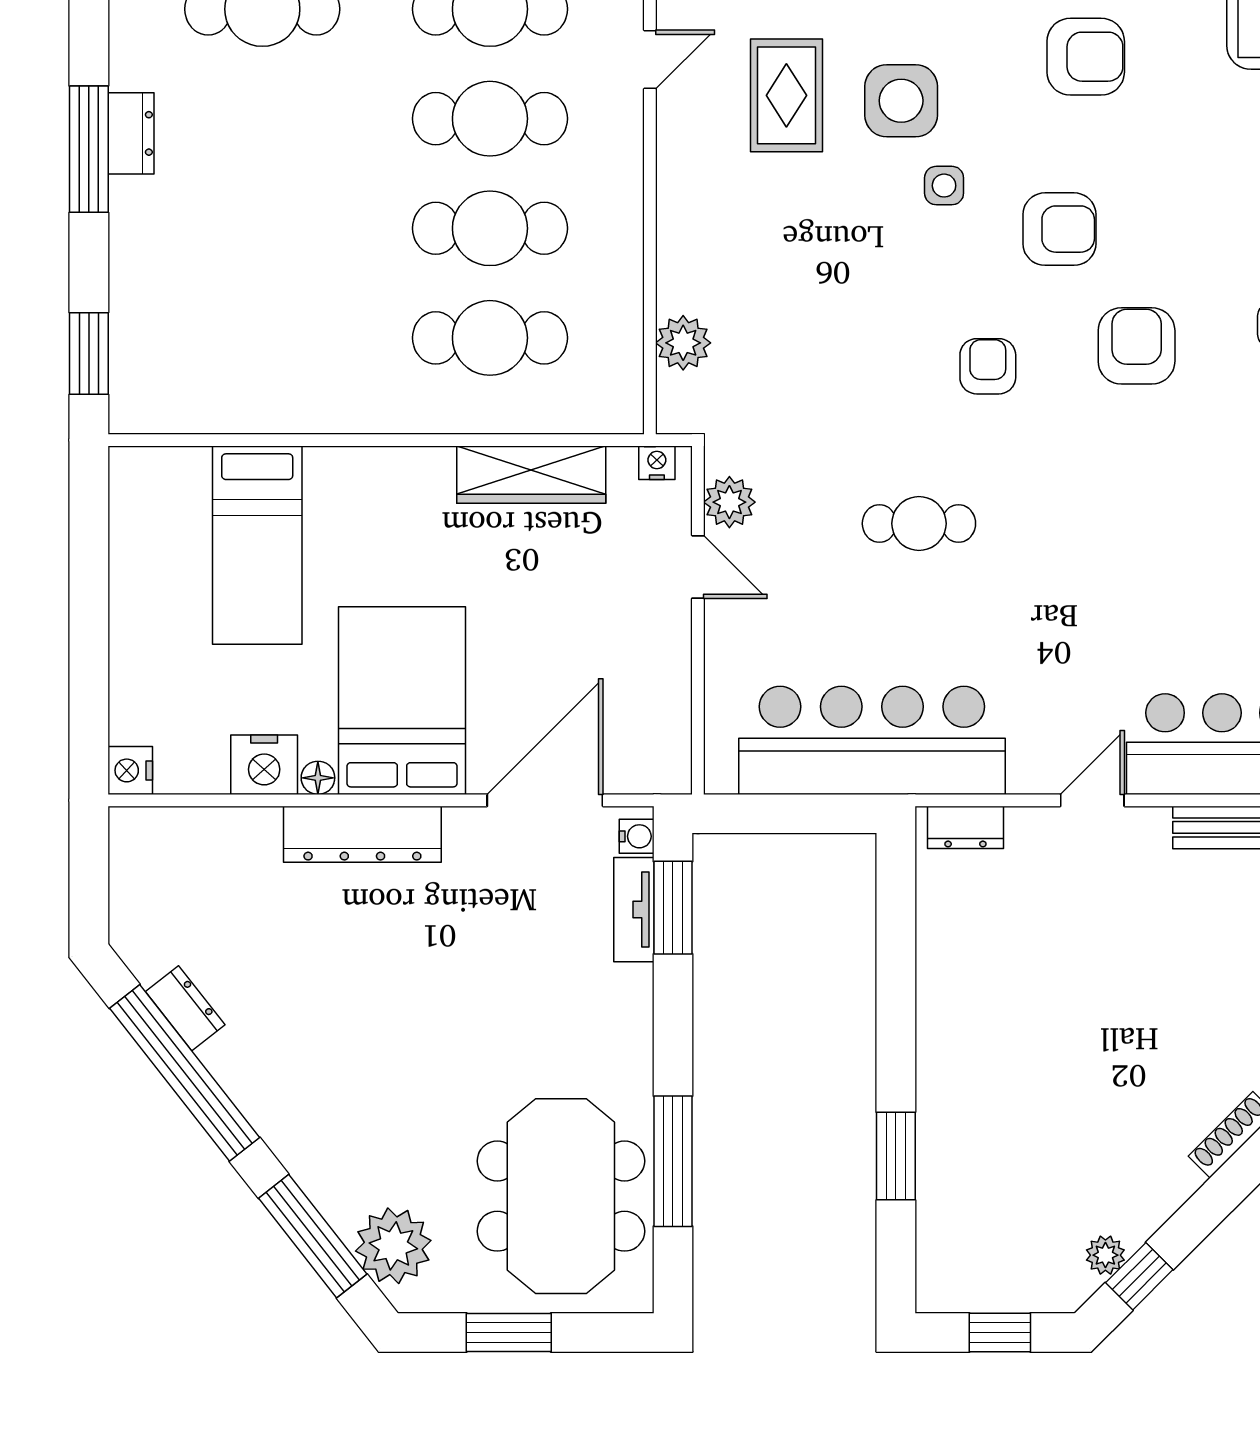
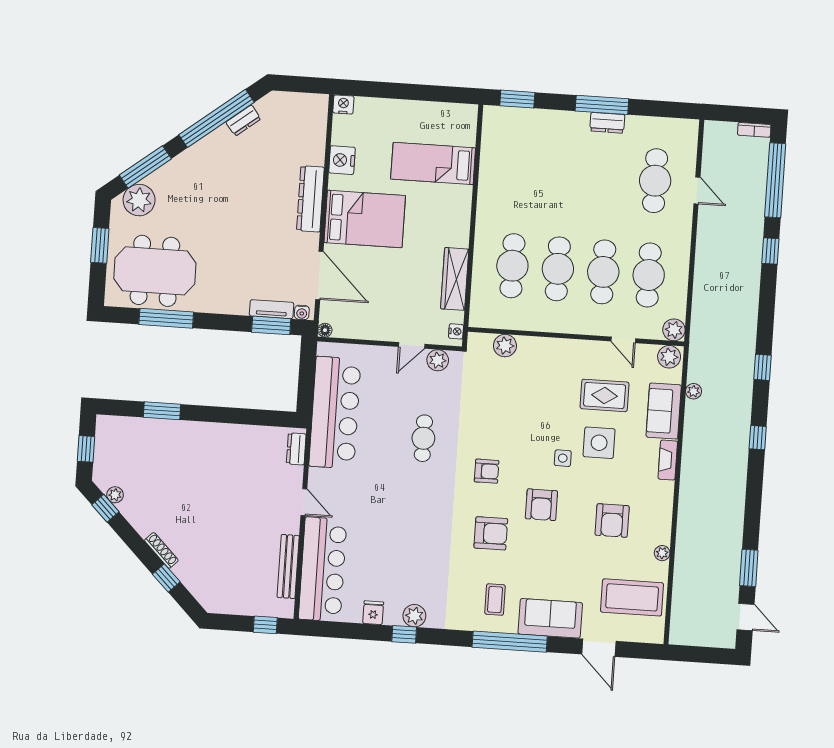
floor lamp: (318, 778) -> (325, 330), moved

